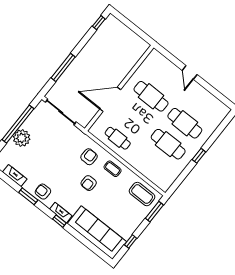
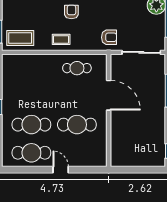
door: (110, 99) -> (109, 95), hinge flipped
cafe table: (168, 144) -> (31, 153), moved
armchair: (89, 157) -> (109, 37), moved, turned -90

